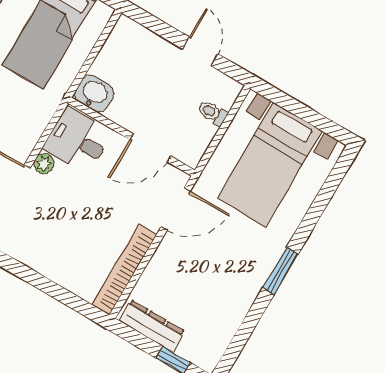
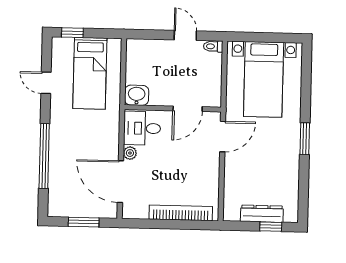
toilet: (212, 113) -> (213, 46), moved
bookcase: (124, 270) -> (181, 213), moved, turned 90
dresser: (152, 326) -> (262, 214), moved

